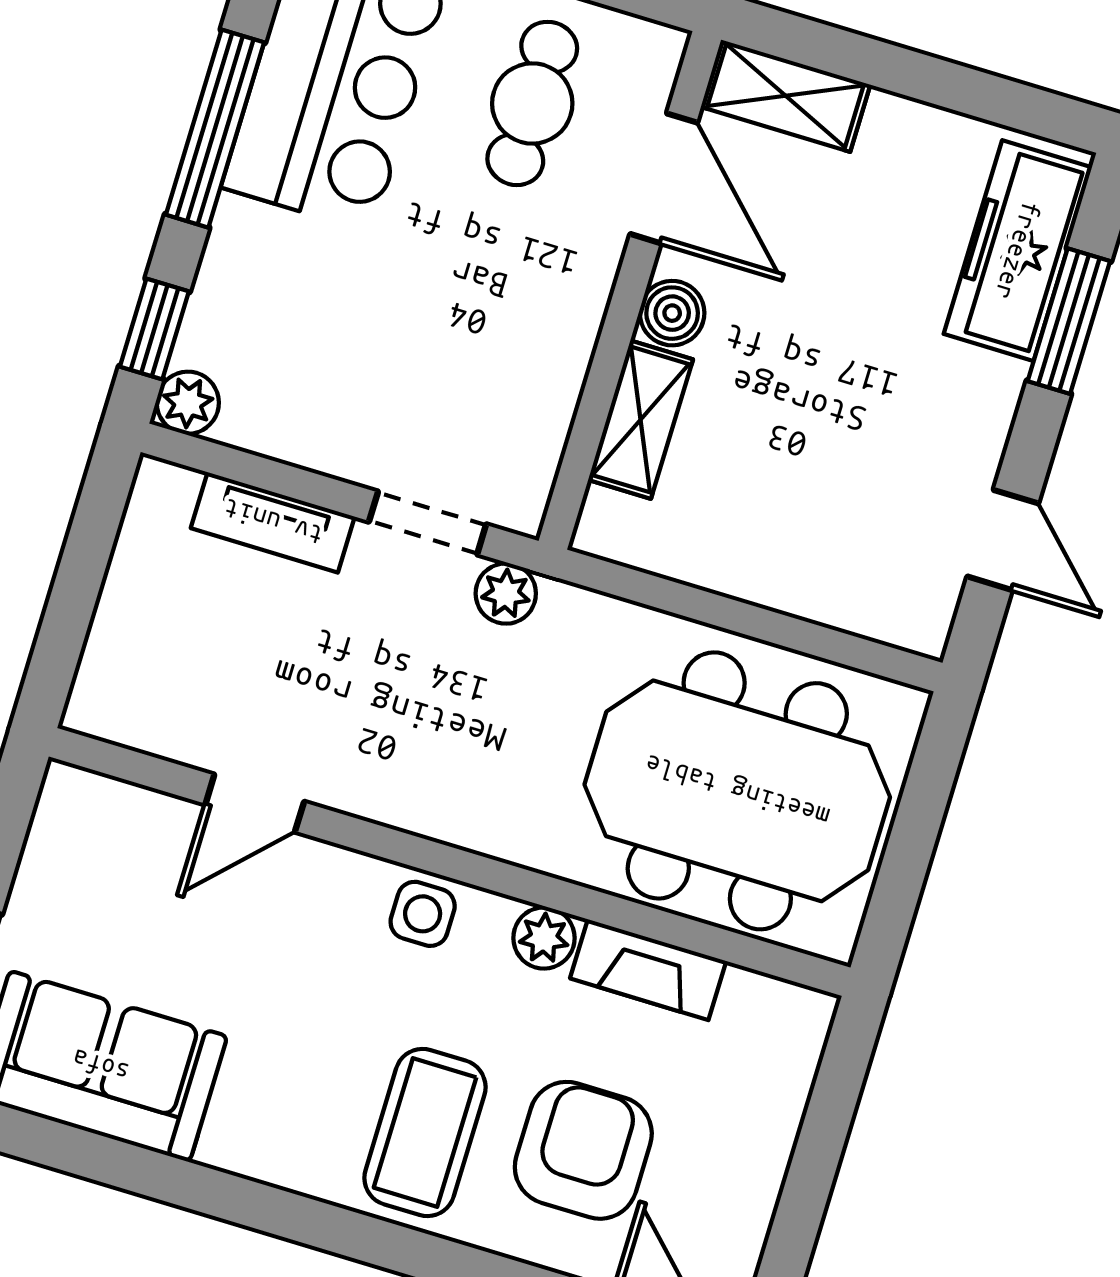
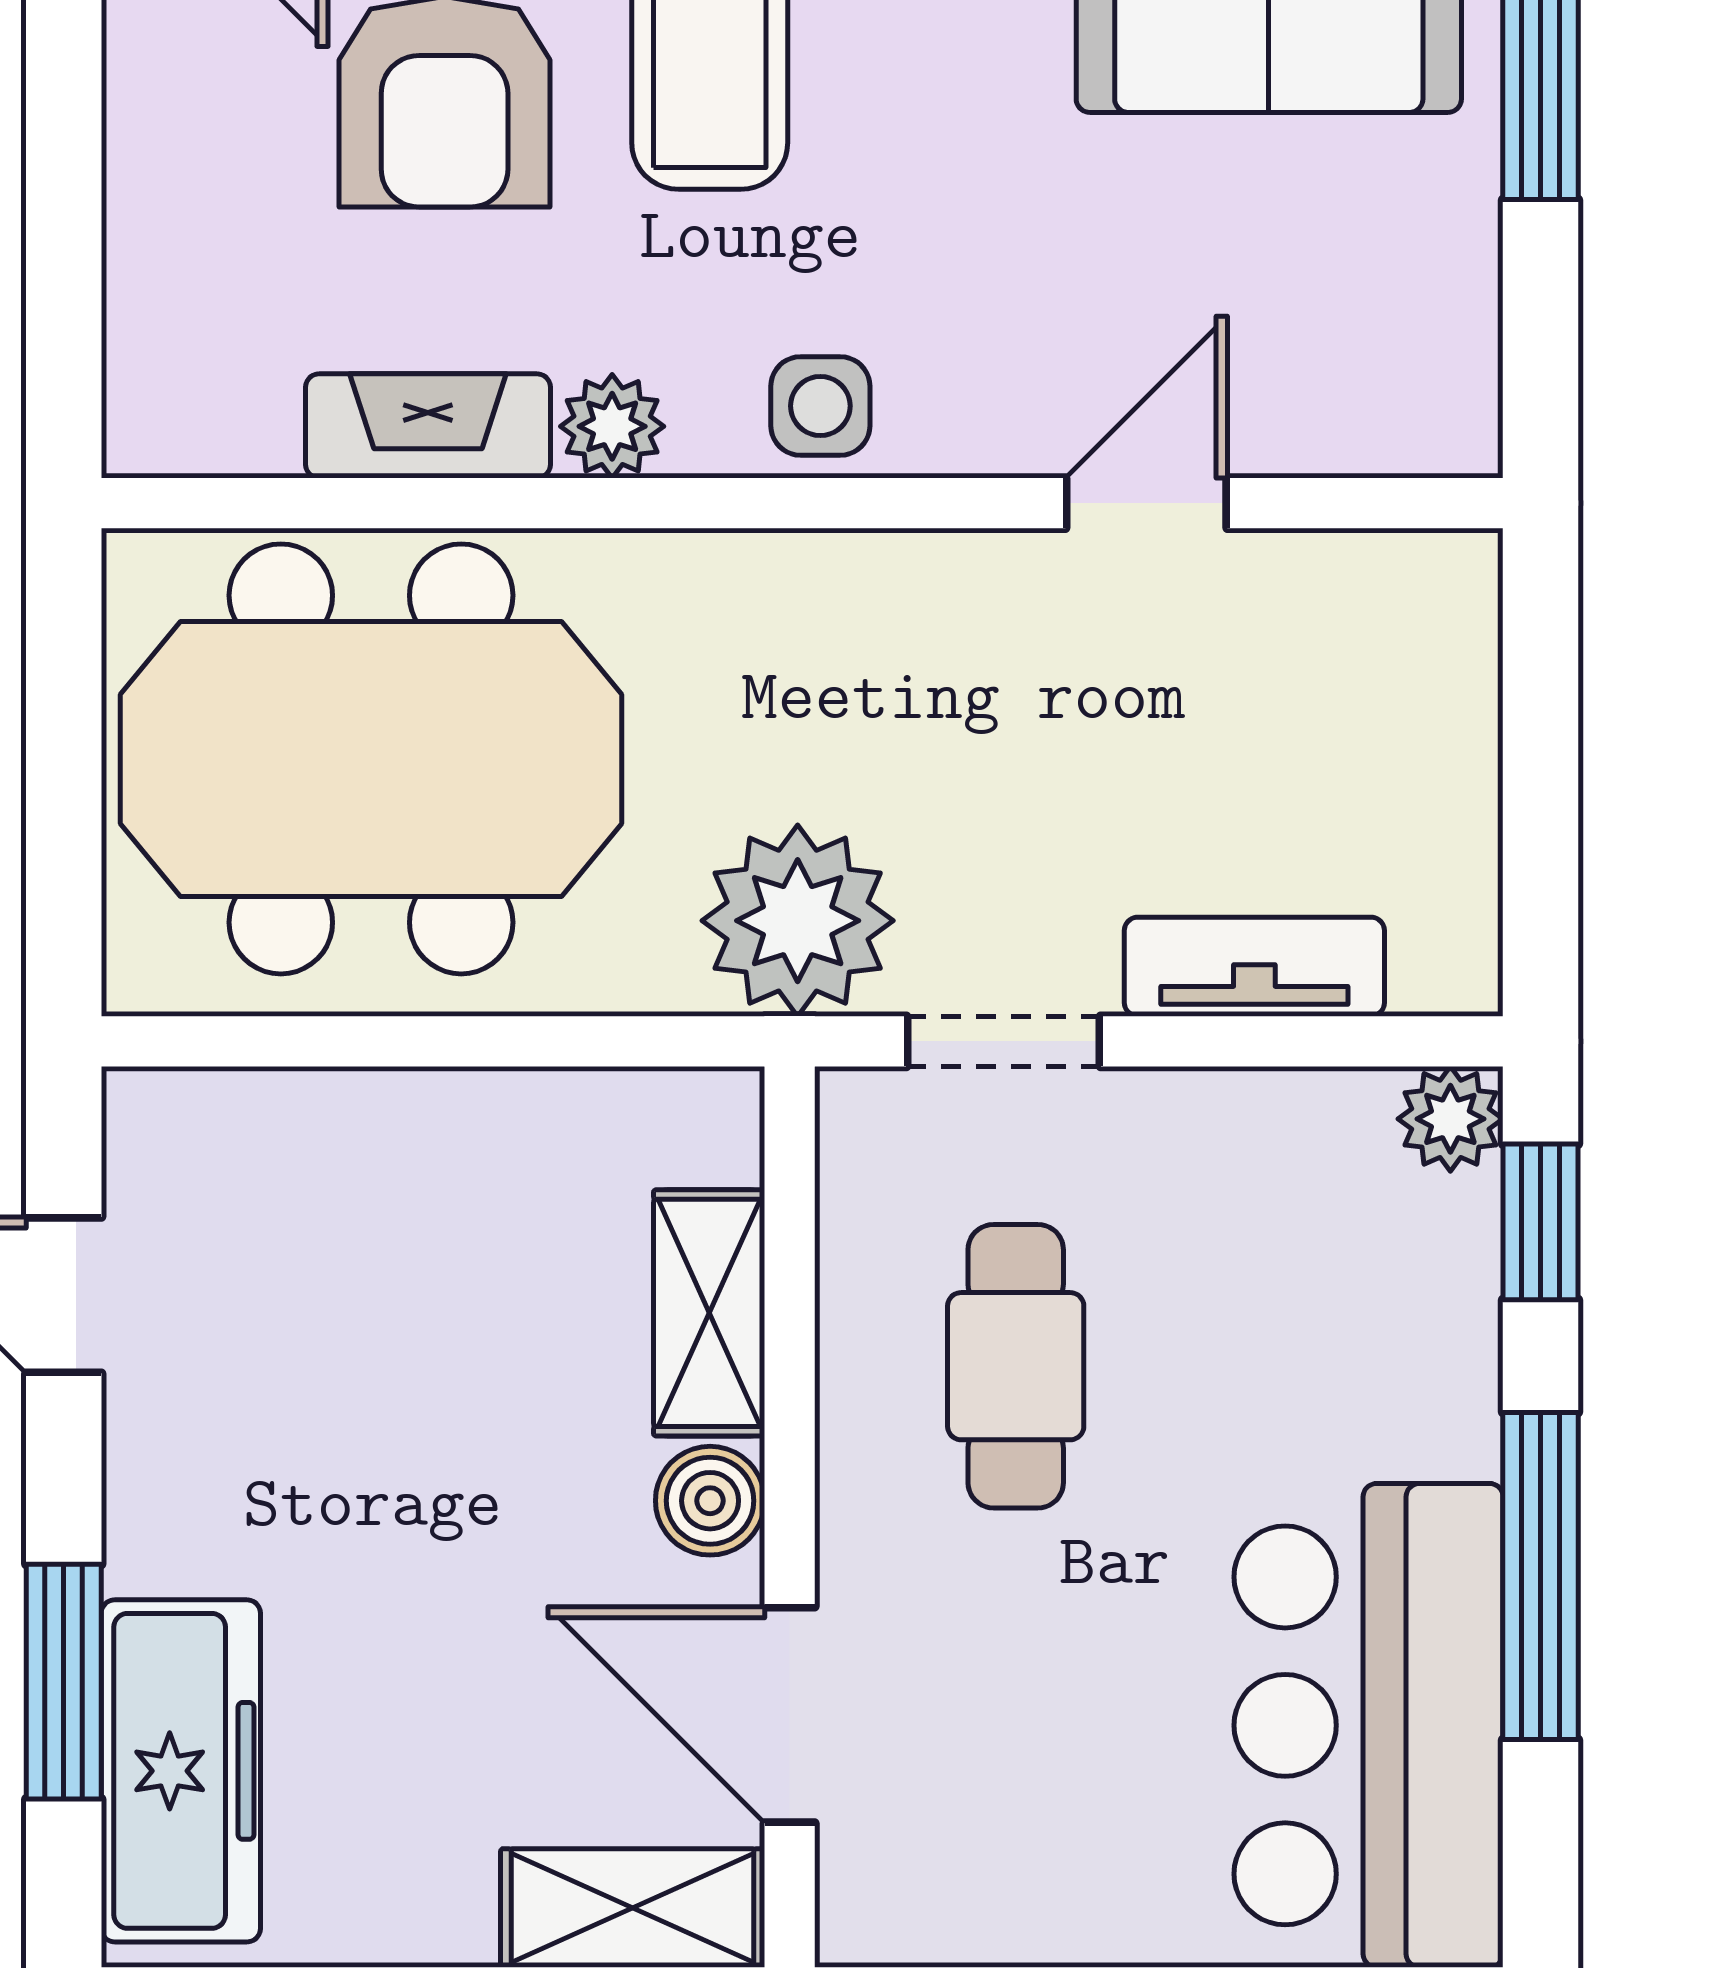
cafe table: (532, 103) -> (1016, 1366), moved
plant: (506, 594) -> (798, 921), width x1.87, depth x1.87

